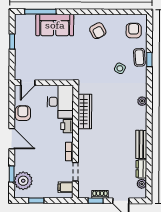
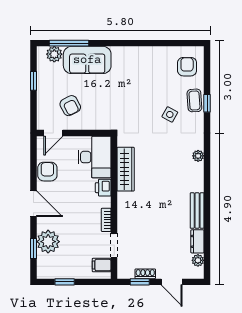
plant: (29, 20) -> (54, 54), added
armchair: (98, 31) -> (70, 106), moved
plant: (23, 181) -> (48, 242), moved

